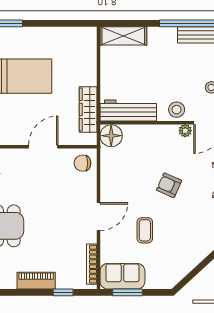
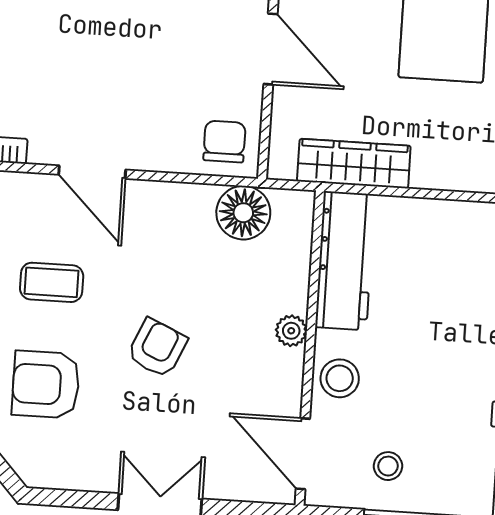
plant: (185, 131) -> (291, 331), moved
floor lamp: (111, 136) -> (243, 213), moved
armchair: (187, 230) -> (46, 385), added

